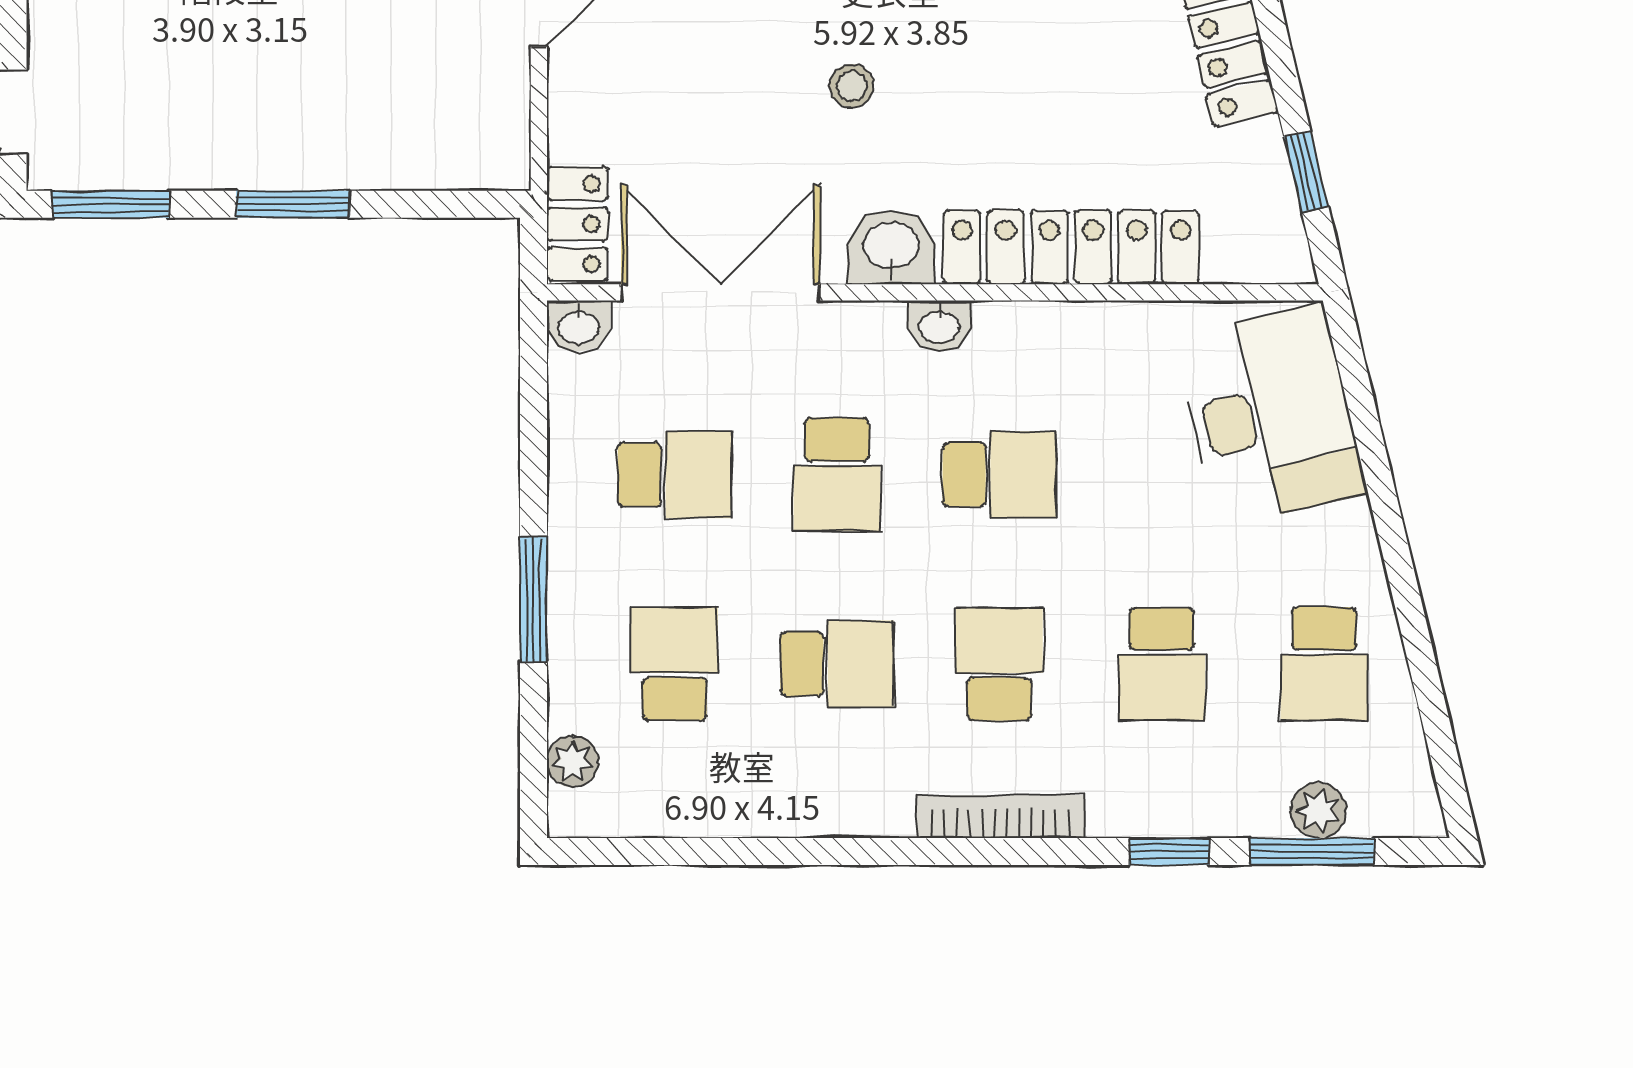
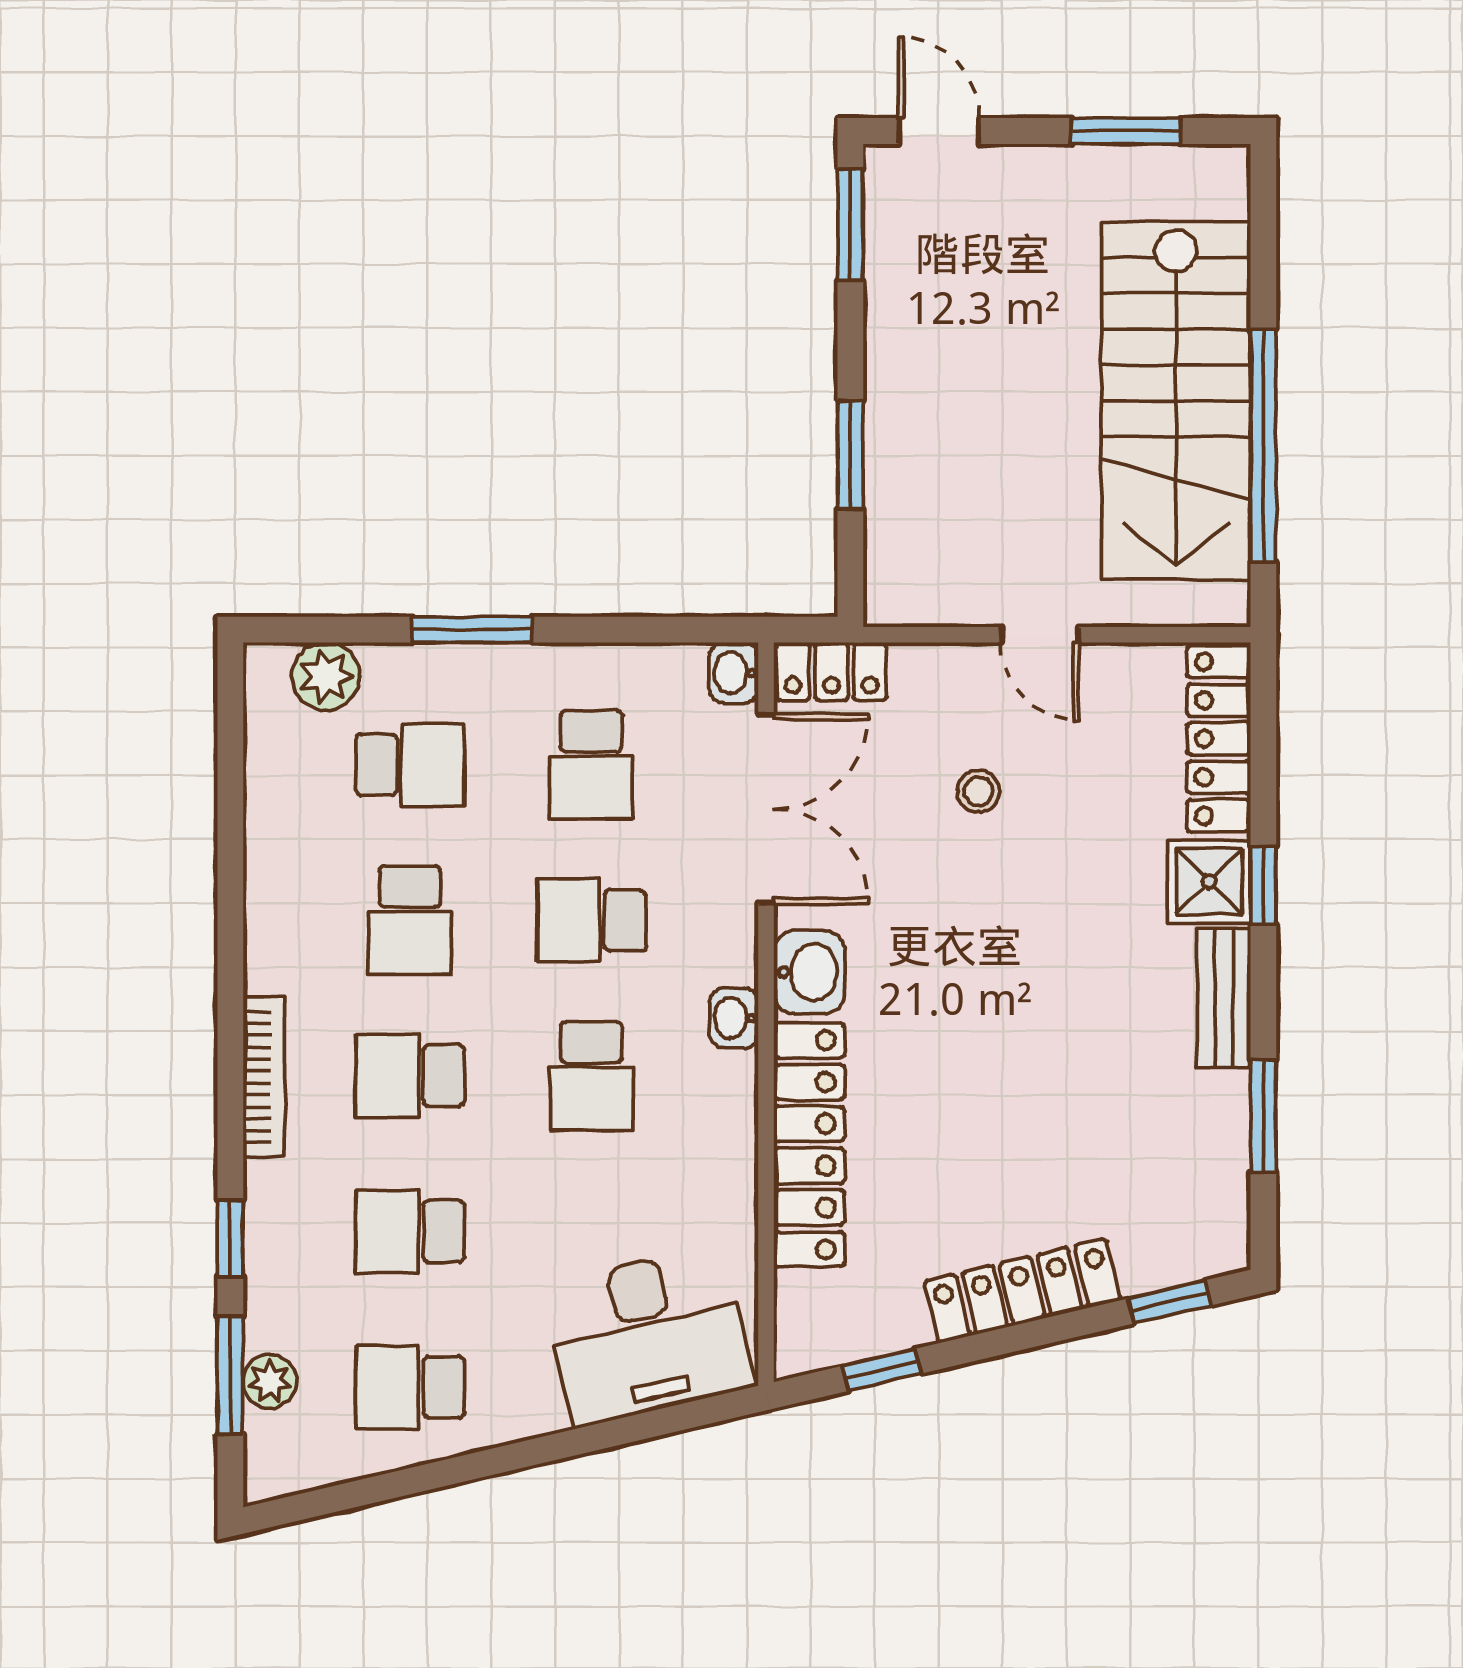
stool: (852, 86) -> (978, 791), moved
window: (293, 204) -> (850, 455), moved
school desk: (999, 664) -> (410, 1076), turned 180
plant: (573, 762) -> (326, 676), width x1.38, depth x1.38

